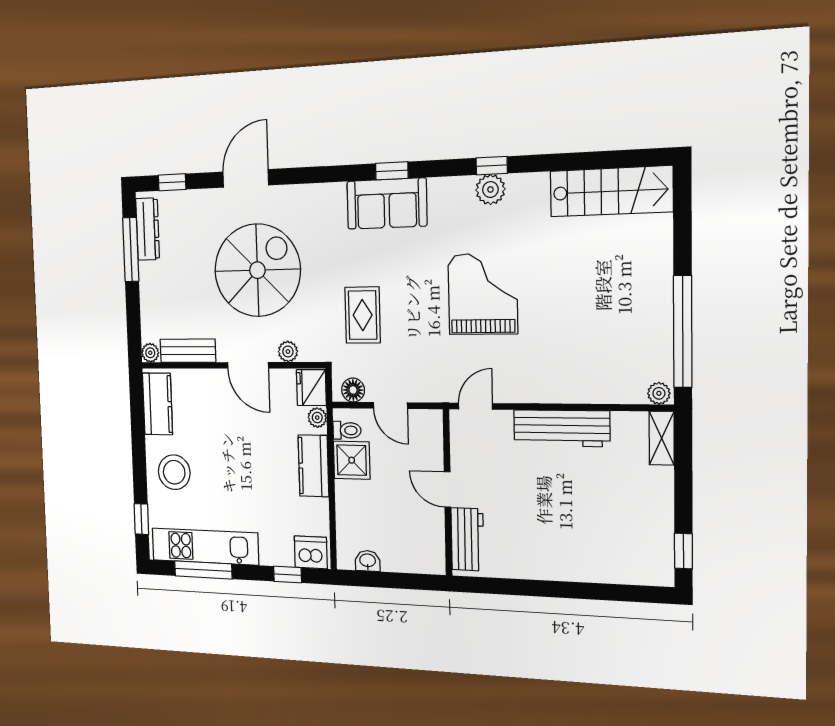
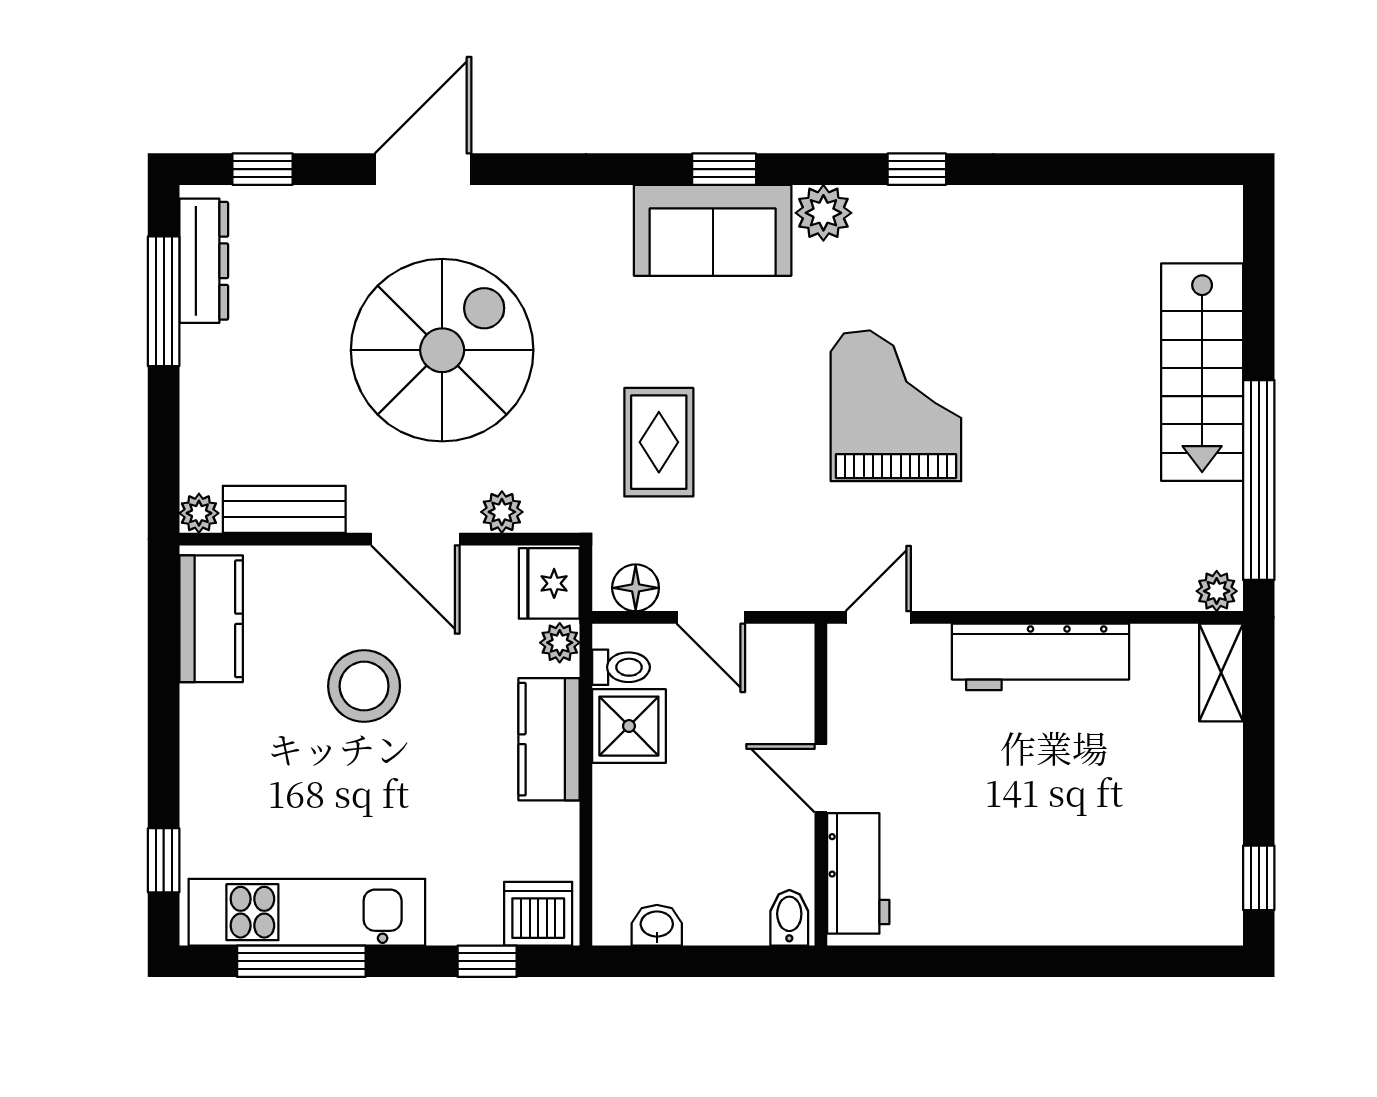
plant: (490, 190) -> (823, 213), moved
stairs: (611, 191) -> (1202, 372), moved, turned 90
stool: (174, 472) -> (364, 686), moved
bidet: (433, 560) -> (789, 918), added

